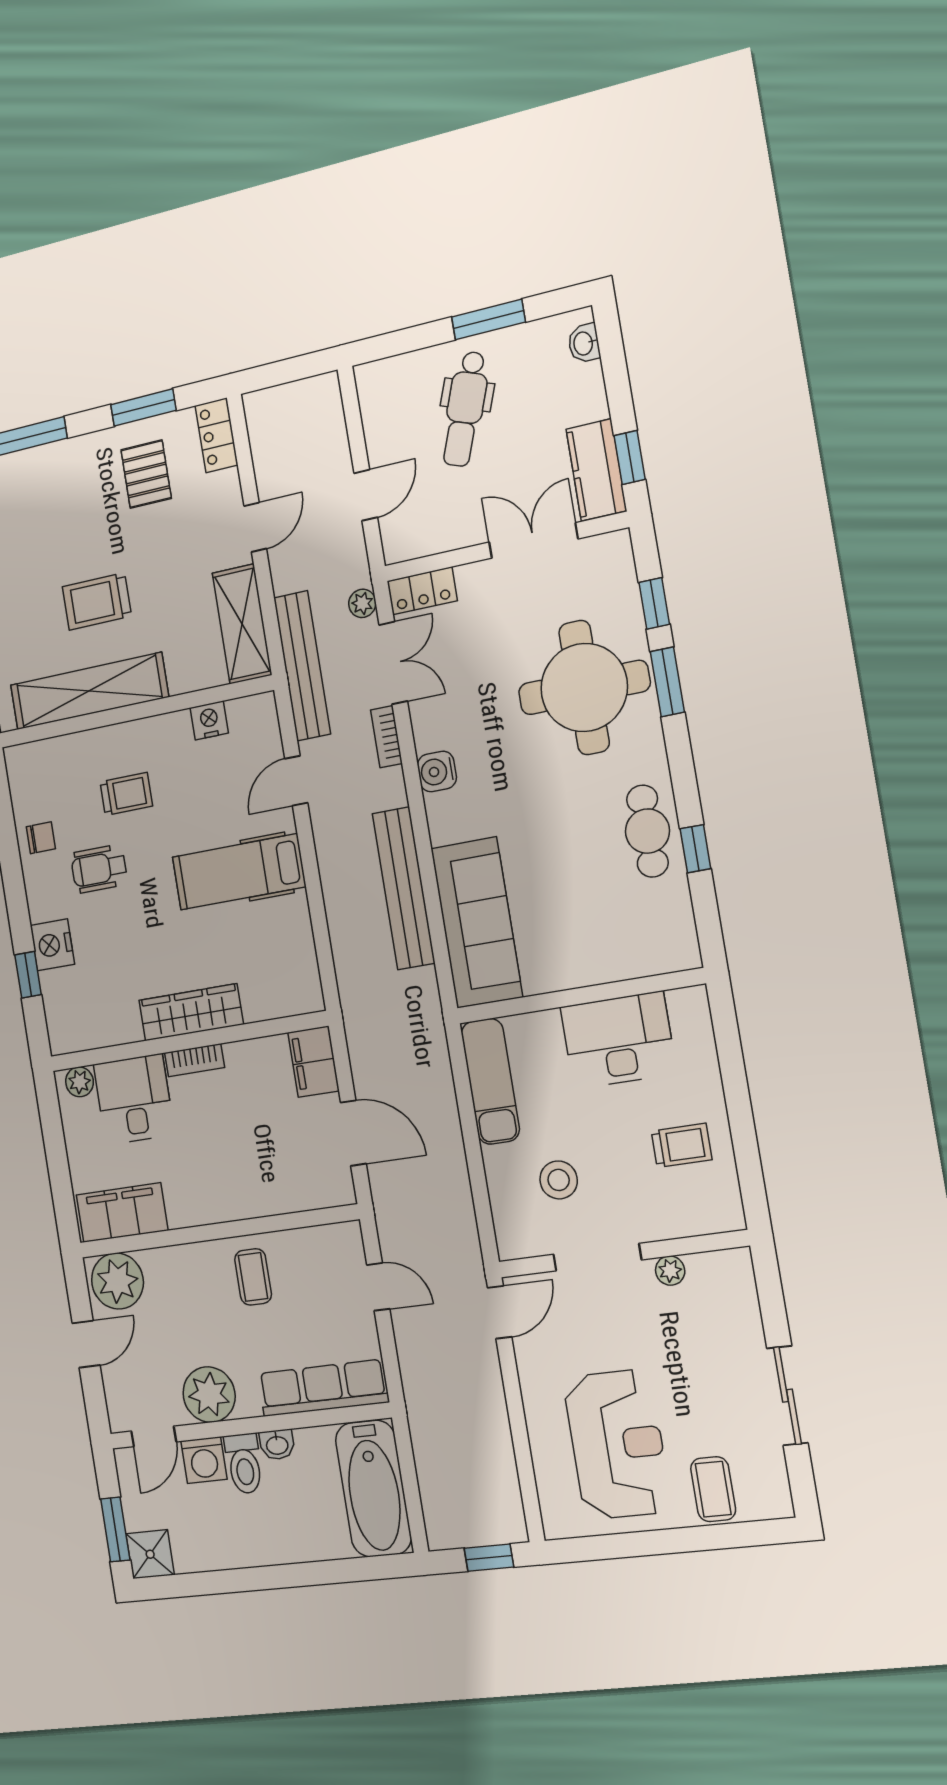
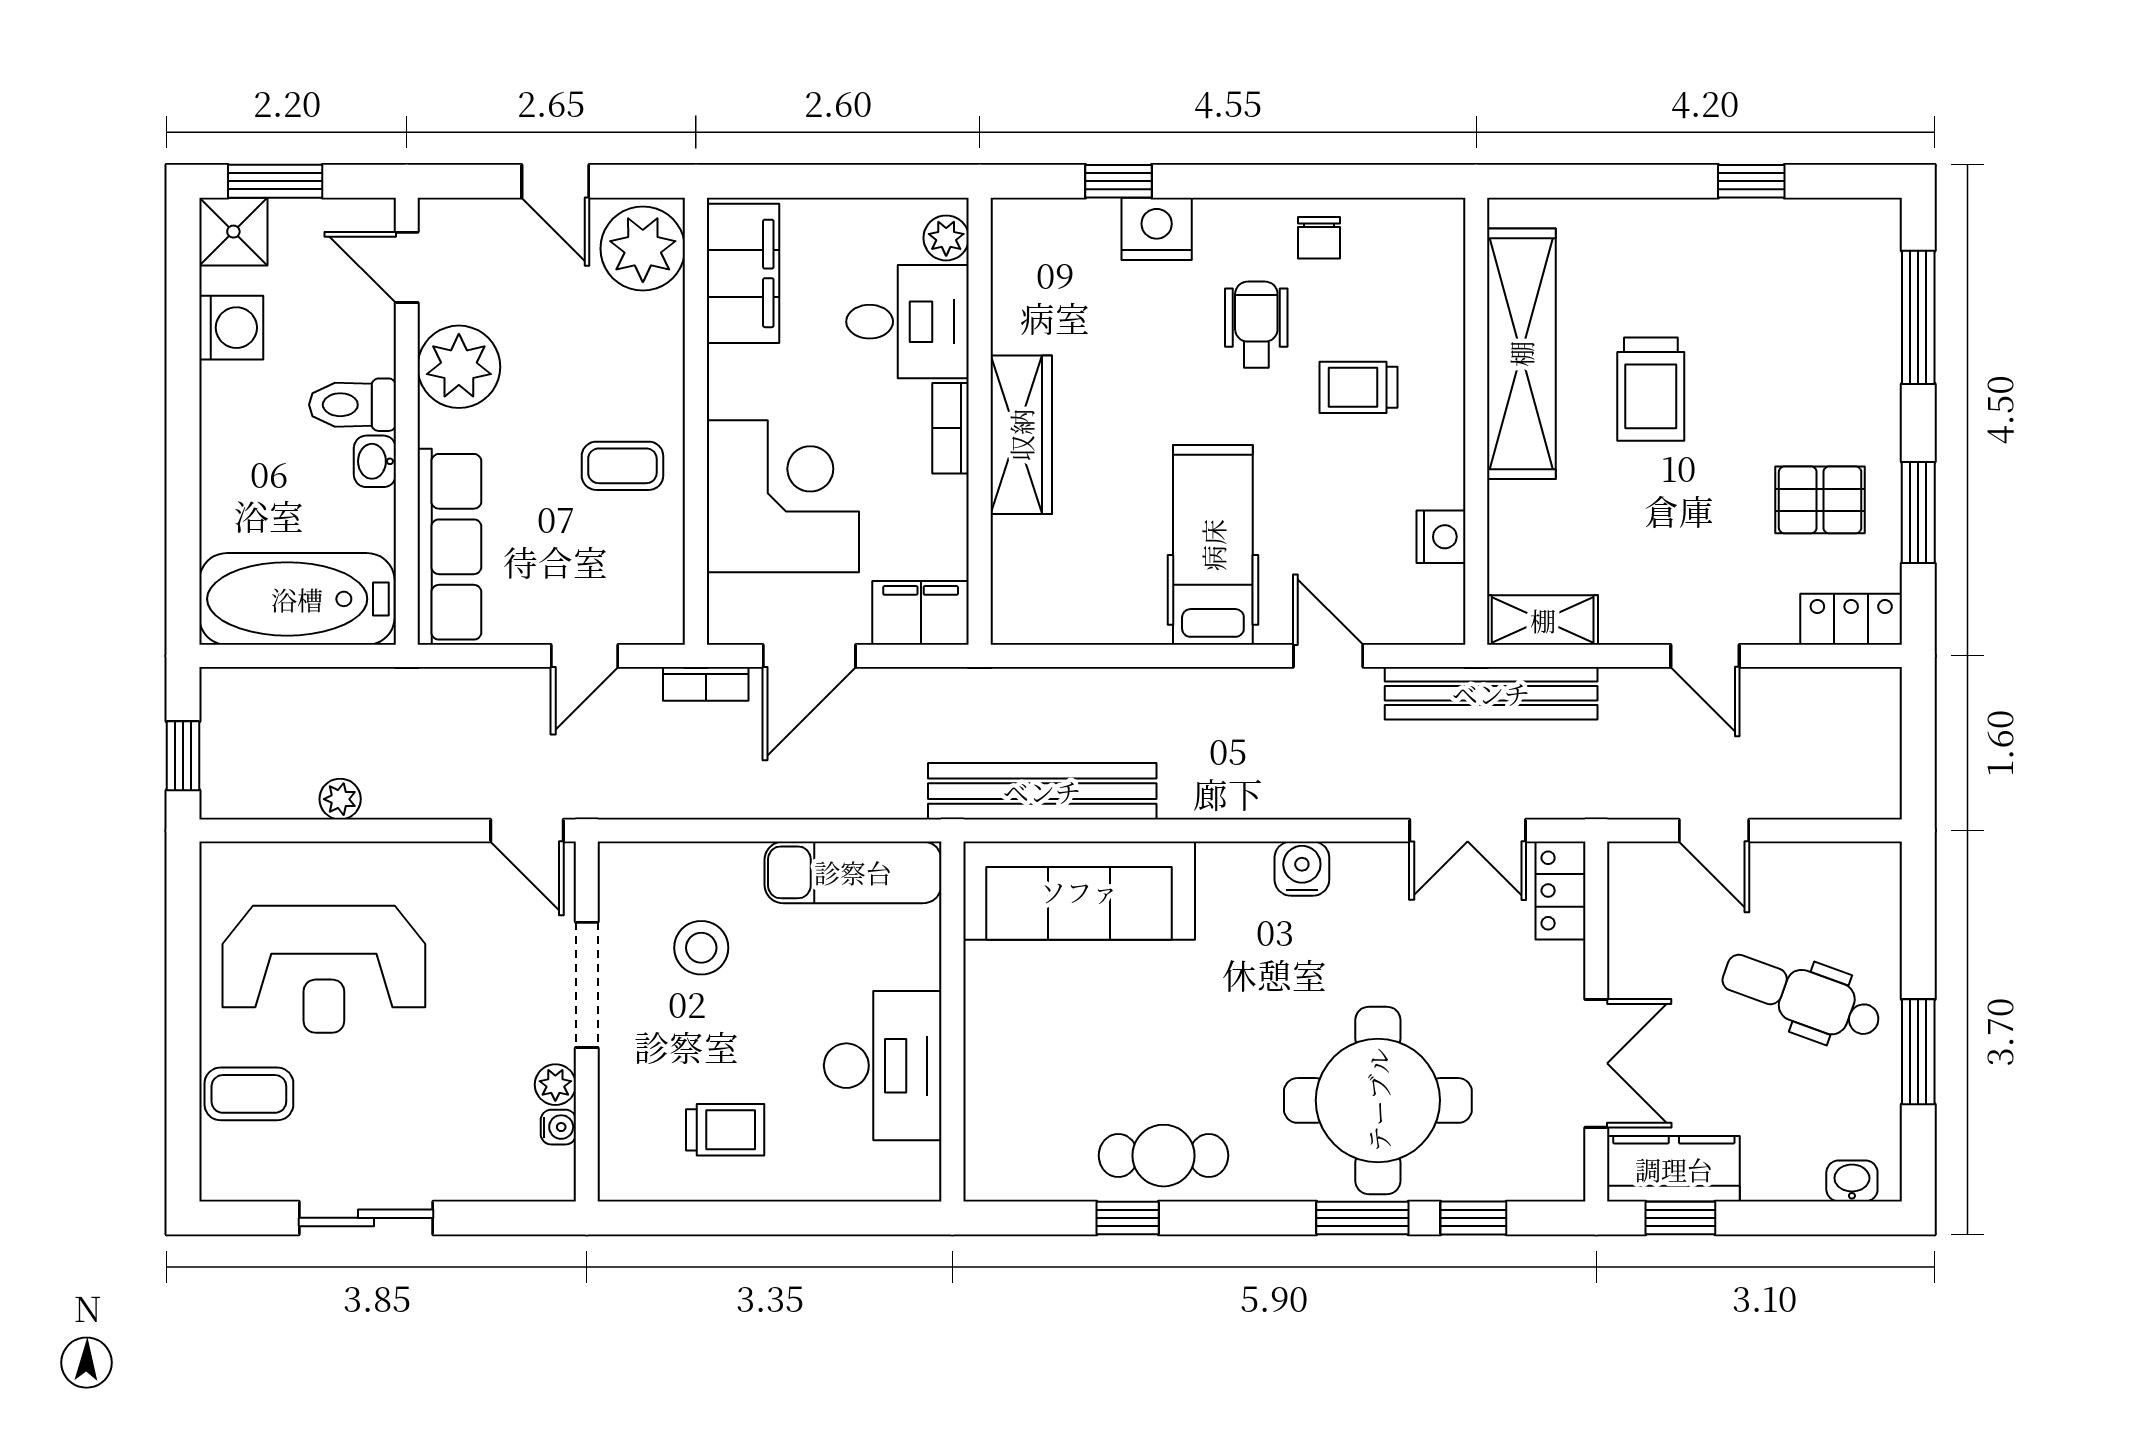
trolley: (97, 601) -> (1651, 389), turned 180
plant: (362, 603) -> (340, 799), moved
shelving: (242, 624) -> (1543, 620), width x0.67, depth x0.75
bookcase: (386, 737) -> (706, 684), moved, turned 180
trolley: (126, 794) -> (1358, 387), turned 90
bench: (404, 888) -> (1042, 791), moved
trolley: (682, 1145) -> (725, 1130), turned -90
corner desk: (255, 1166) -> (783, 496), added
water cooler: (699, 1265) -> (558, 1127), added
washing machine: (204, 1460) -> (231, 328), moved, turned 180

